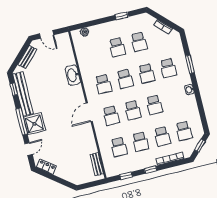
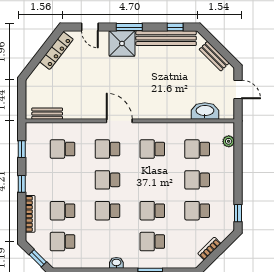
window: (122, 16) -> (238, 213), moved
door: (47, 34) -> (238, 90), swing flipped
washbasin: (73, 75) -> (205, 111), moved
school desk: (125, 79) -> (197, 149), moved
window: (22, 122) -> (129, 27), width x0.69
school desk: (141, 142) -> (63, 180), removed
locker: (46, 167) -> (56, 51), width x1.53

